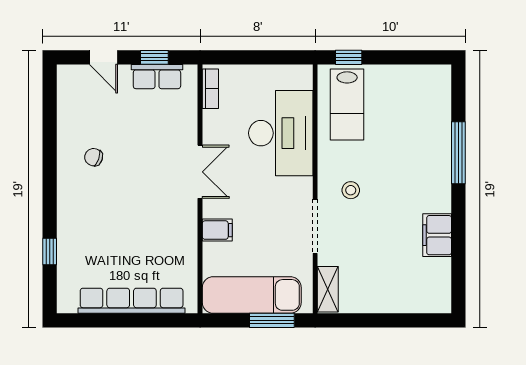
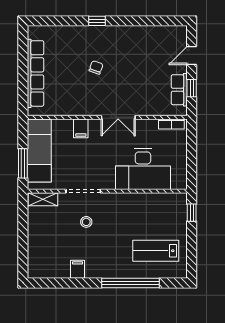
lab bench: (347, 105) -> (156, 251), moved
window: (458, 153) -> (130, 283), width x1.46
chair: (94, 157) -> (96, 67), moved
stool: (351, 190) -> (86, 222), moved
filing cabinet: (437, 235) -> (78, 269), width x0.50
window: (50, 251) -> (97, 21), moved

